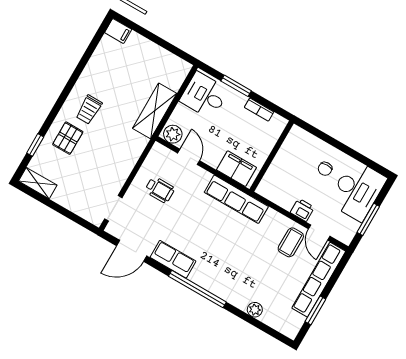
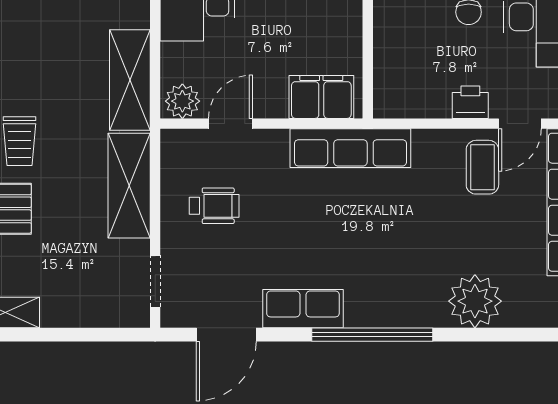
door: (189, 157) -> (231, 124), hinge flipped
shelving: (127, 158) -> (129, 186), added
door: (319, 232) -> (520, 124), hinge flipped
plant: (255, 310) -> (475, 301), width x1.88, depth x1.88

